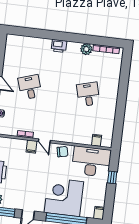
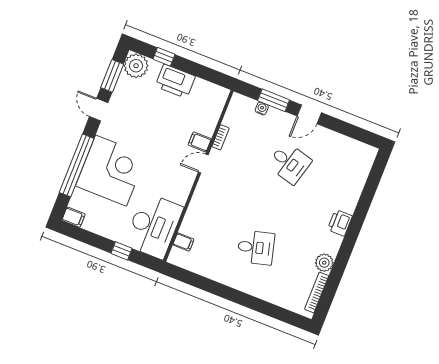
desk: (30, 87) -> (289, 163), turned 33
chair: (62, 152) -> (180, 186), removed

